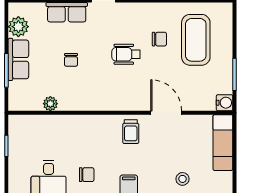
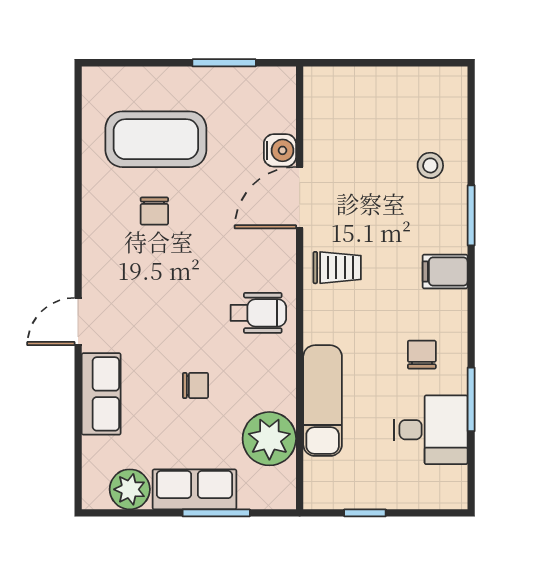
chair: (159, 39) -> (154, 211), turned 180
wheelchair: (126, 54) -> (258, 313), moved, turned -90
water cooler: (225, 103) -> (280, 150), moved, turned 90
plant: (50, 104) -> (269, 439), width x1.87, depth x1.87
exam couch: (223, 143) -> (323, 401), moved, turned -90

